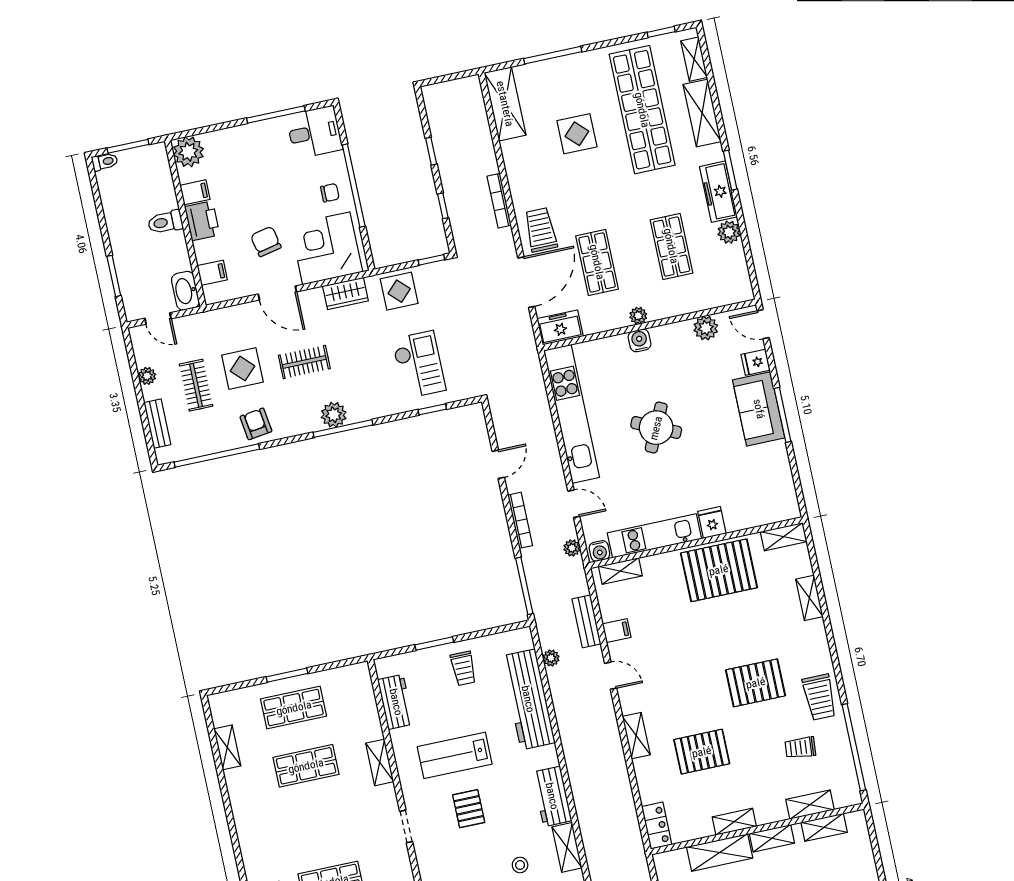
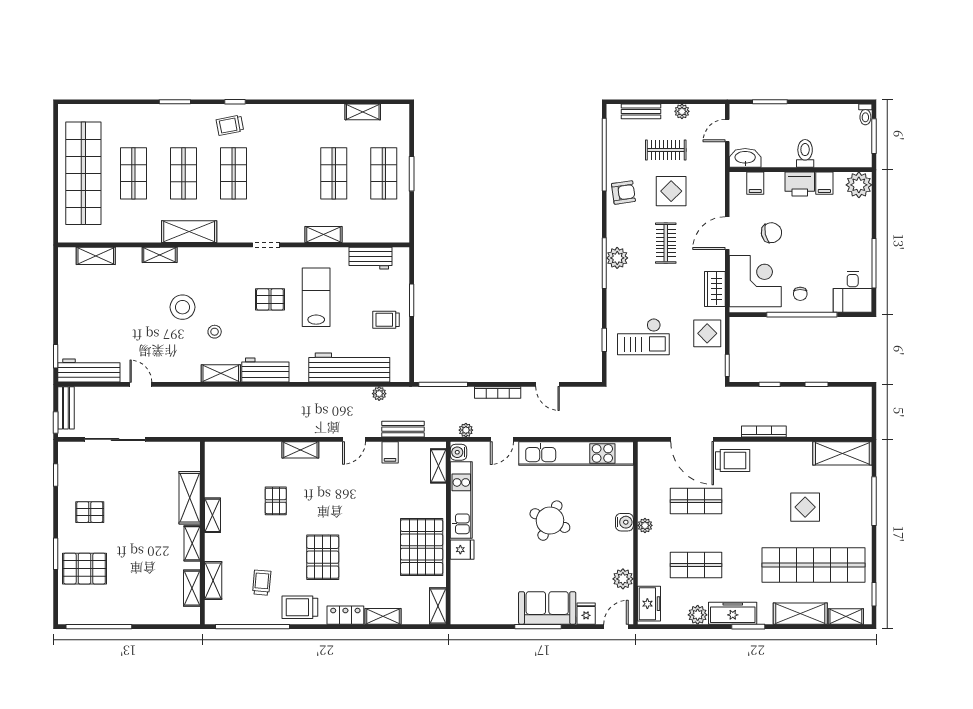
freezer: (560, 327) -> (649, 604), moved
pallet: (702, 752) -> (276, 501), width x0.67, depth x0.71
locker: (657, 826) -> (345, 615), moved, turned 180

